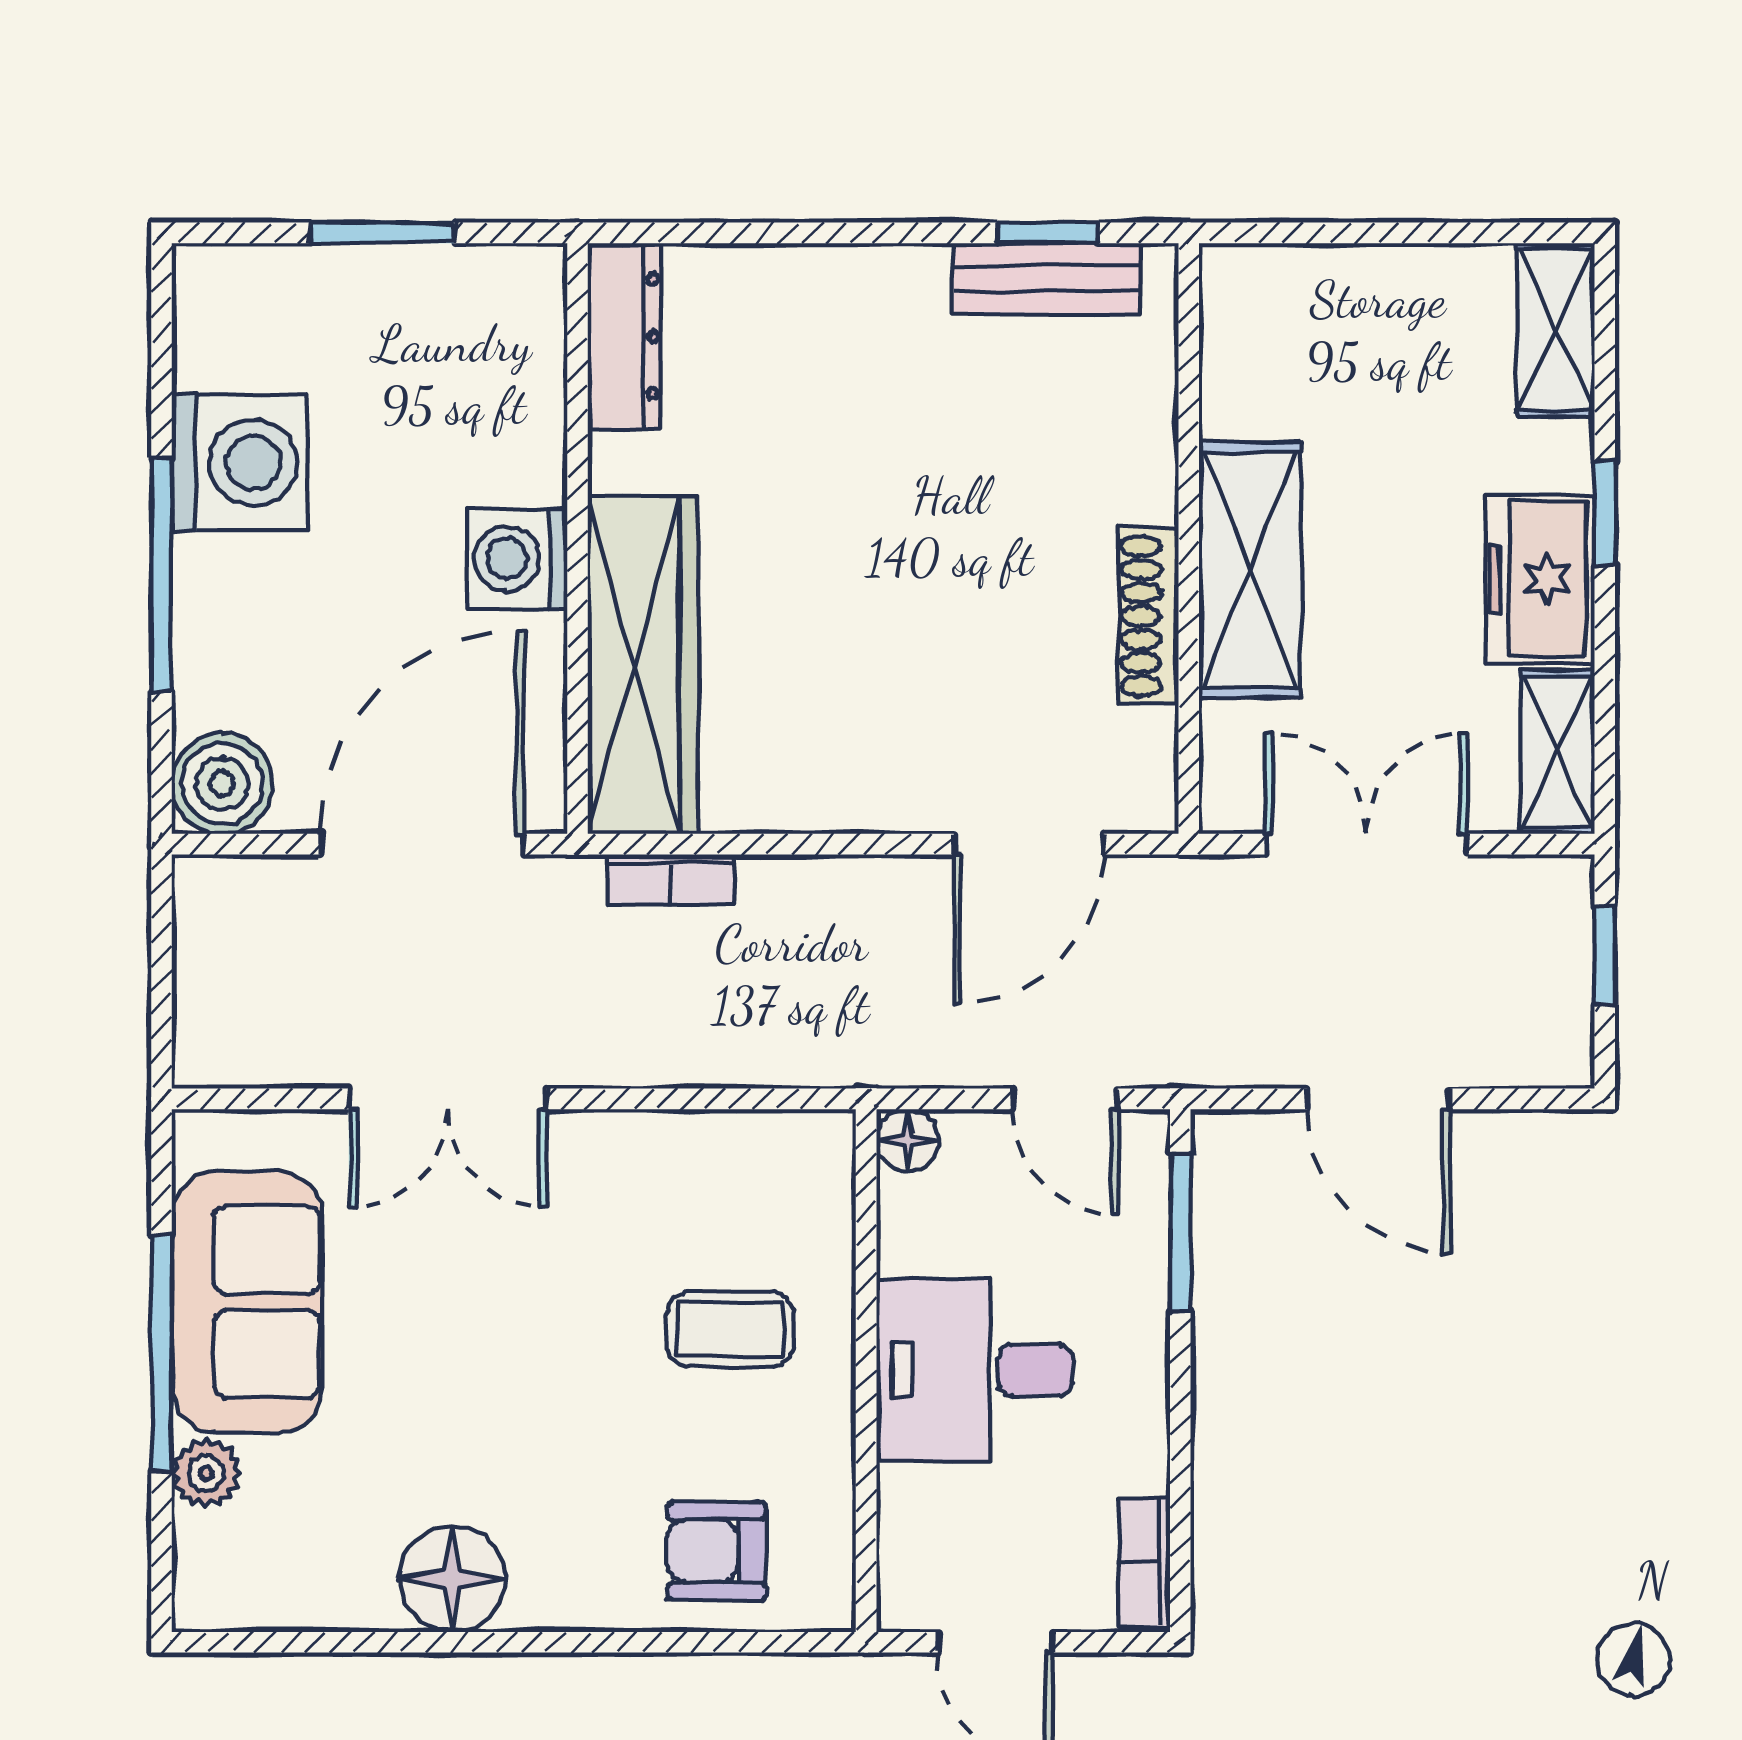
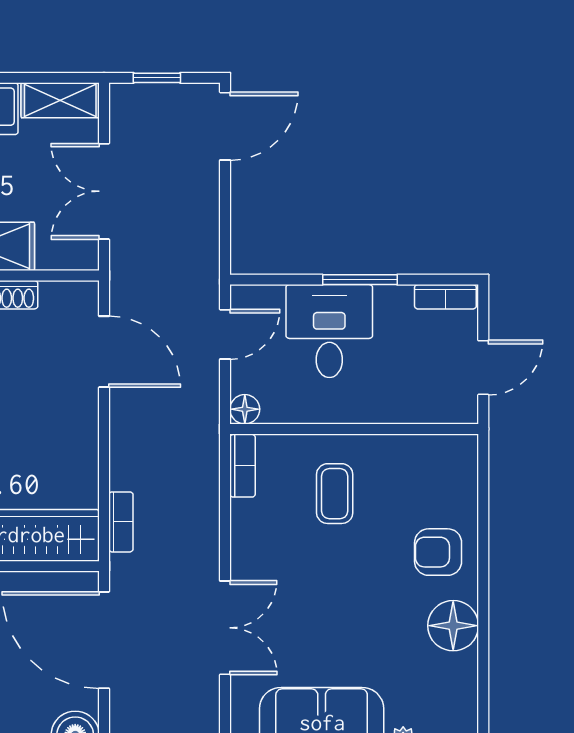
door: (1379, 1099) -> (225, 126), moved
bookcase: (789, 1136) -> (243, 466), added
window: (1180, 1233) -> (360, 280), moved
desk: (974, 1370) -> (329, 331), moved, turned 180
armchair: (717, 1551) -> (438, 552), moved, turned 90

